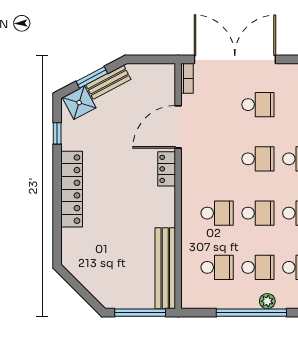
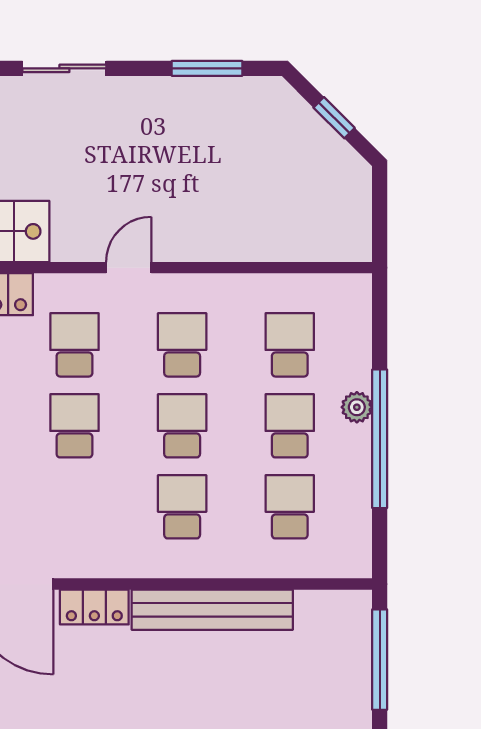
bench: (165, 268) -> (212, 610), moved

